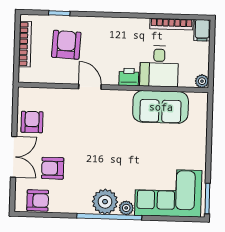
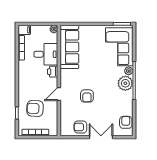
sofa: (161, 107) -> (69, 47), width x1.36
armchair: (53, 168) -> (87, 96), moved

